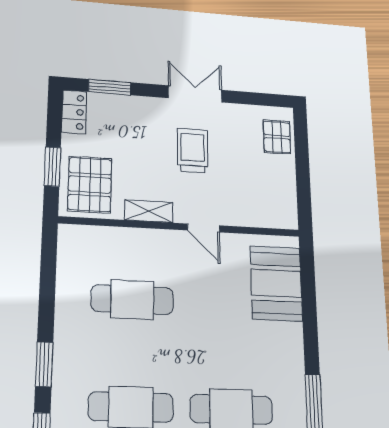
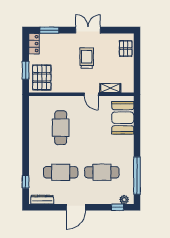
shelving: (149, 211) -> (110, 88), moved
cafe table: (132, 300) -> (61, 128), turned 90
window: (44, 364) -> (26, 156), removed

